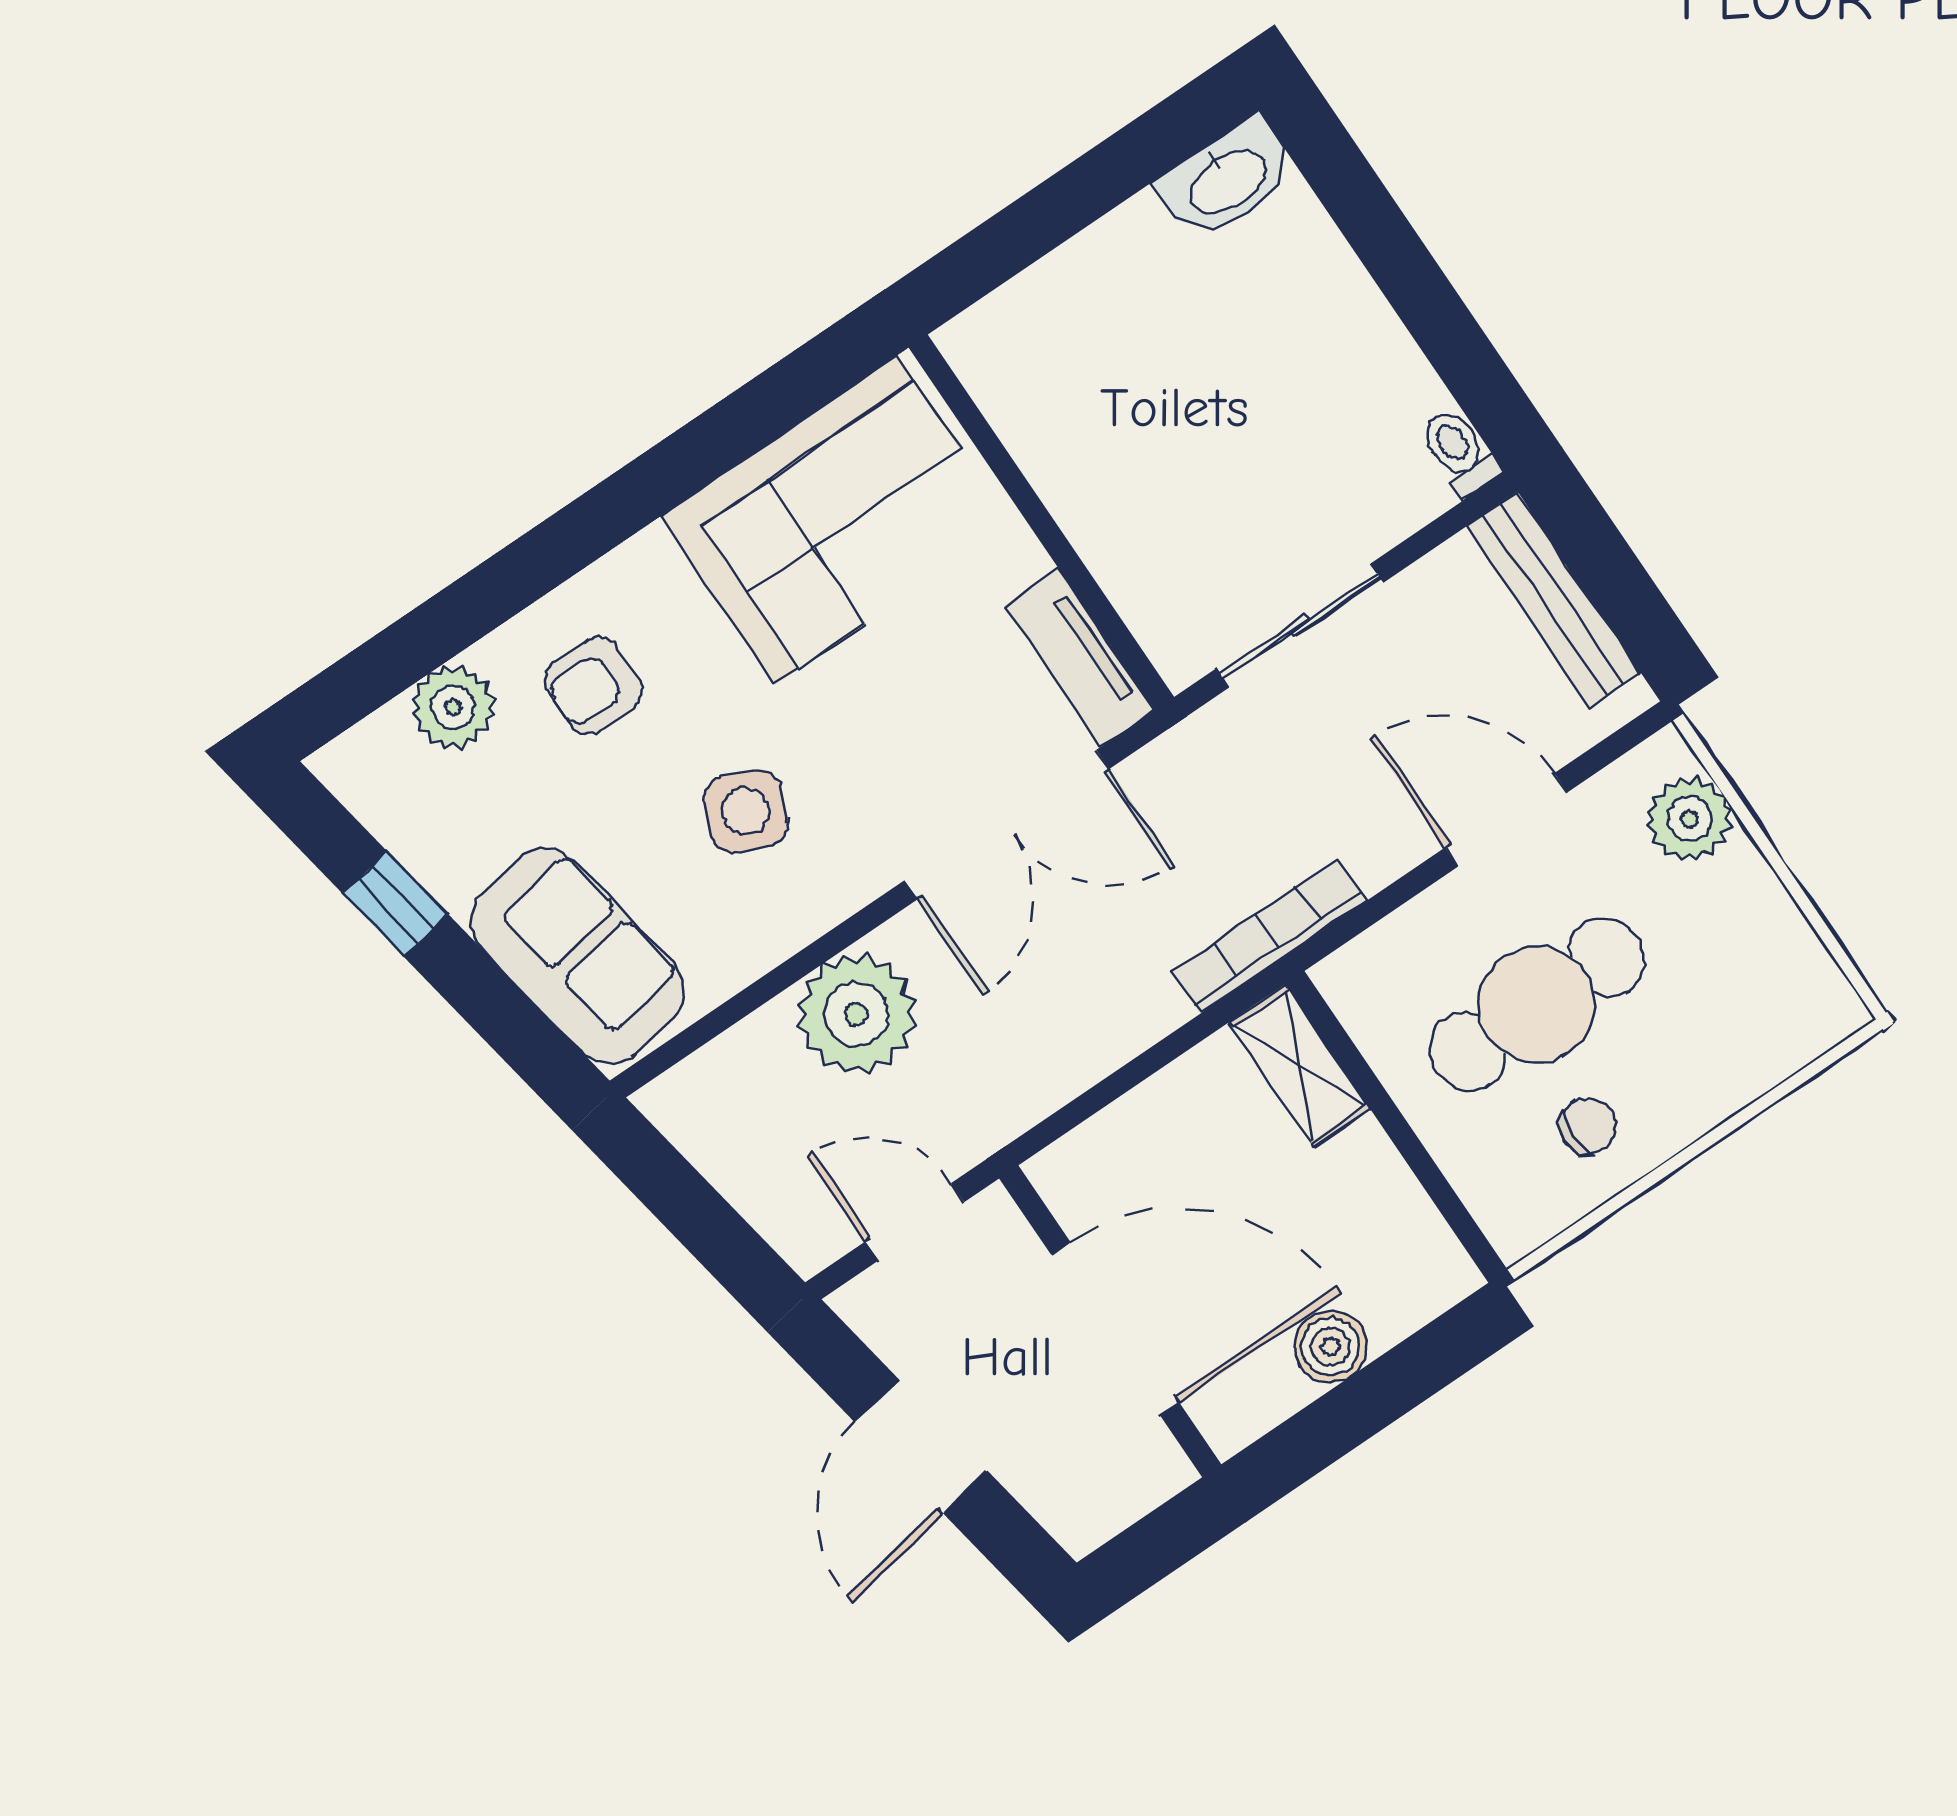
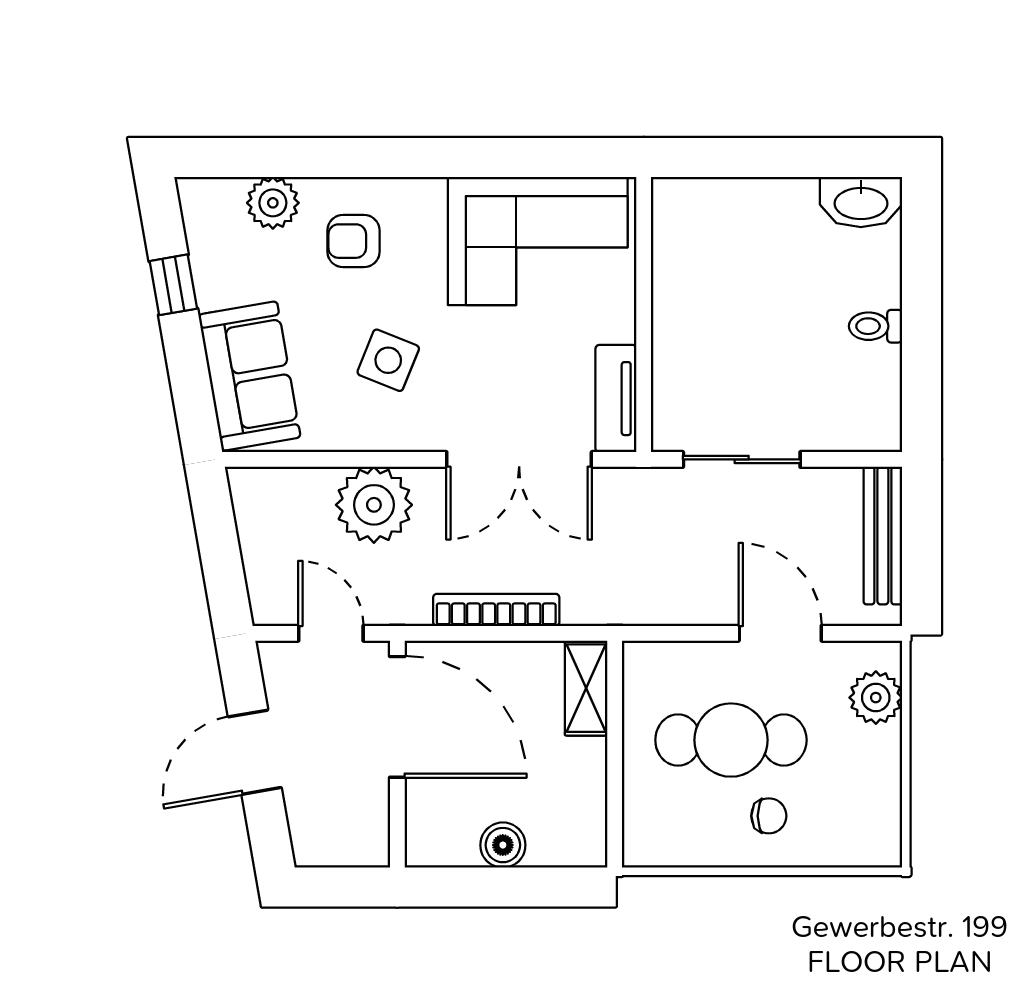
toilet: (1459, 452) -> (876, 326), moved, turned -90
bookcase: (1269, 936) -> (496, 610), moved
chair: (1588, 1126) -> (769, 816), moved
door: (1115, 1328) -> (397, 717), moved

